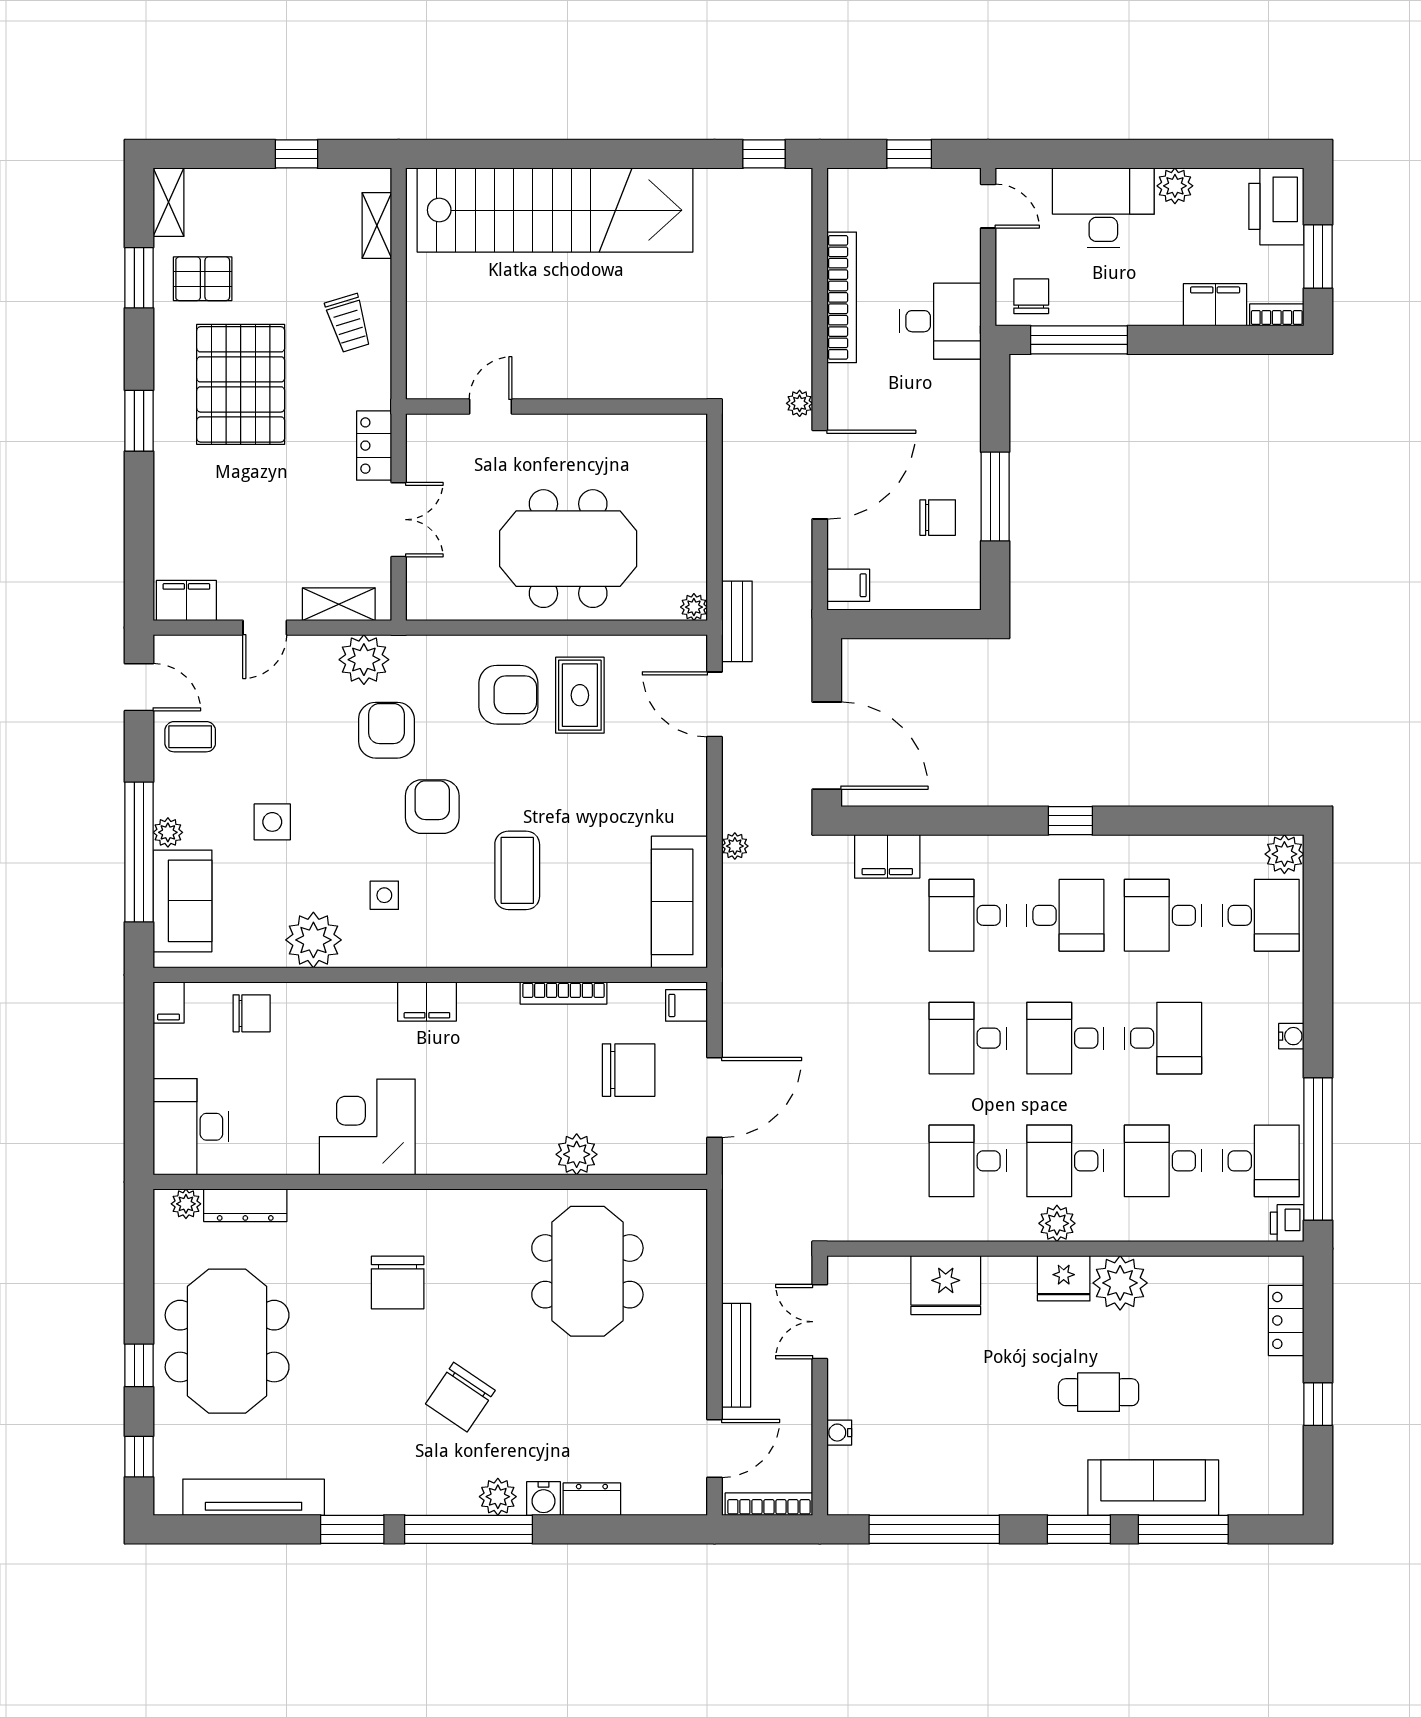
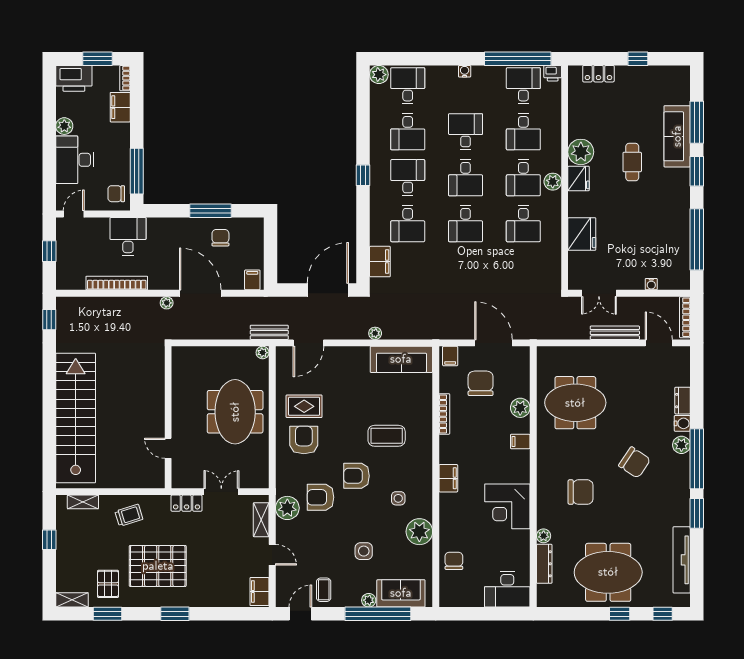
filing cabinet: (169, 1003) -> (520, 442), moved, turned 180
plant: (186, 1204) -> (544, 536), moved

